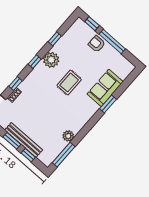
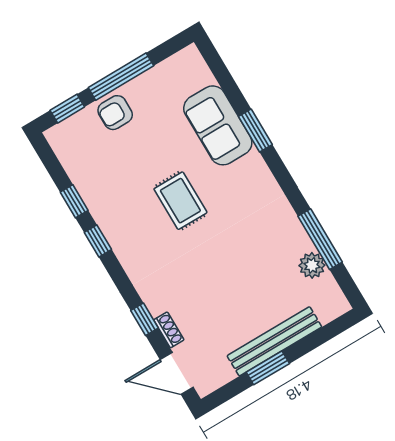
plant: (51, 60) -> (118, 224), removed
window: (35, 62) -> (98, 241), moved
plant: (68, 136) -> (312, 265), moved
window: (28, 155) -> (311, 342), removed
window: (64, 155) -> (320, 239), moved

